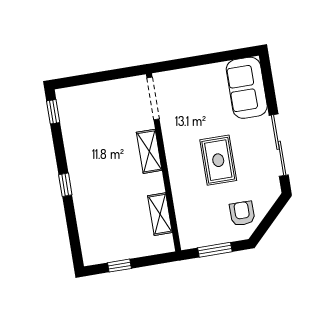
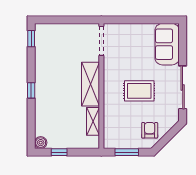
shelving: (149, 151) -> (90, 84), width x1.50, depth x1.33
rug: (218, 160) -> (139, 91), turned 90
boiler: (91, 256) -> (41, 143), added

